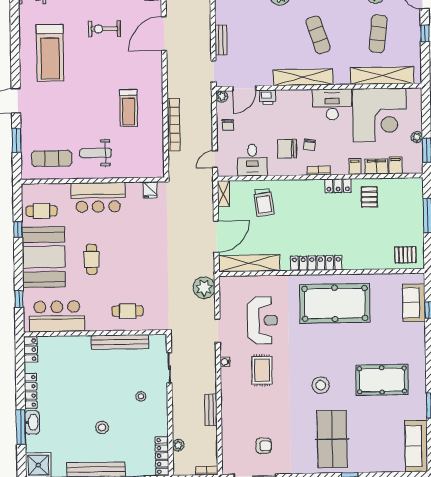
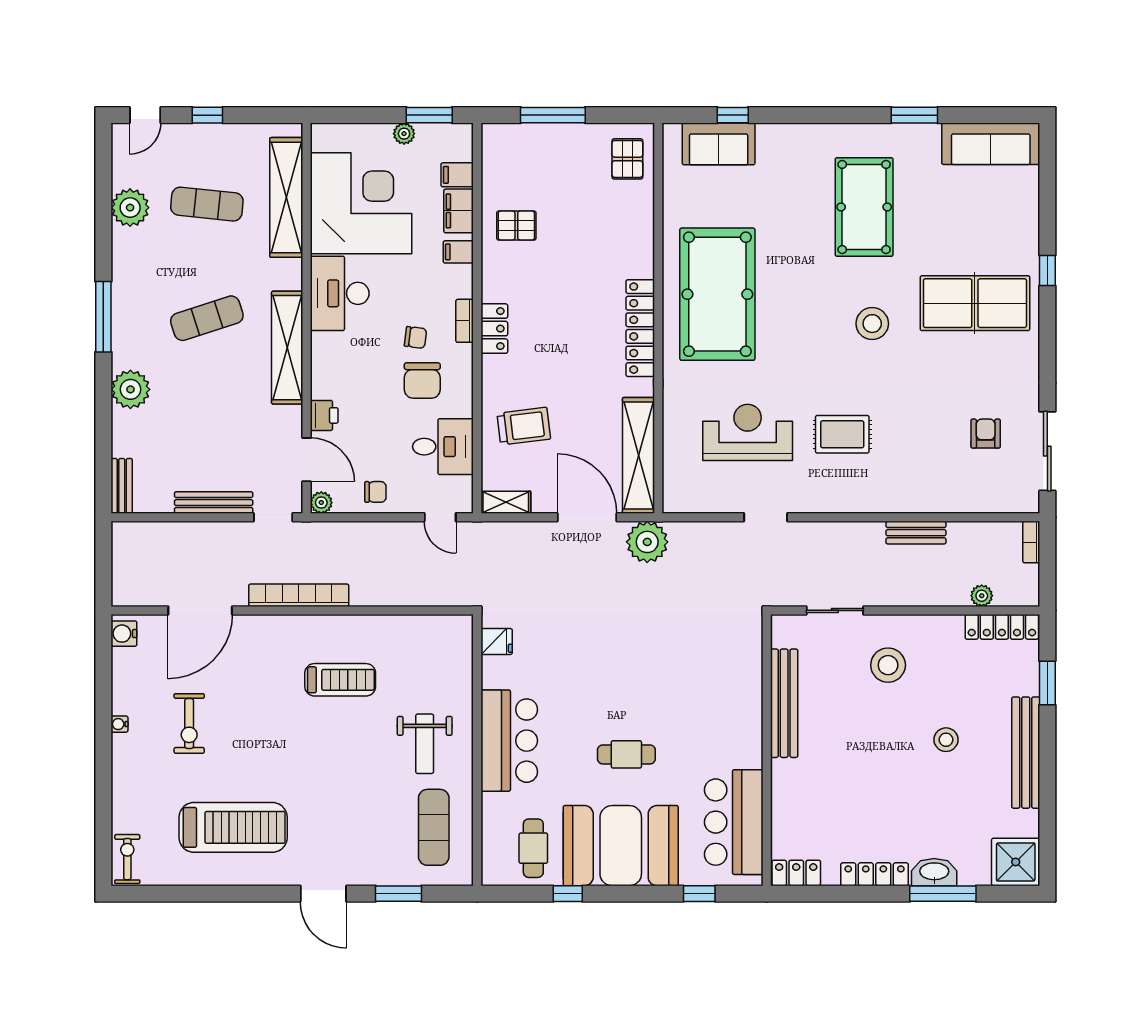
door: (164, 34) -> (200, 610), hinge flipped
bench: (221, 40) -> (214, 503), width x1.36
bookcase: (173, 124) -> (299, 595), moved
locker: (338, 186) -> (494, 329), moved
plant: (204, 288) -> (647, 542), moved
cafe table: (128, 311) -> (726, 688), removed
water cooler: (225, 362) -> (825, 504), removed
stool: (141, 396) -> (888, 665), width x1.89, depth x1.89

